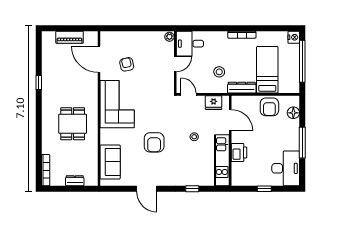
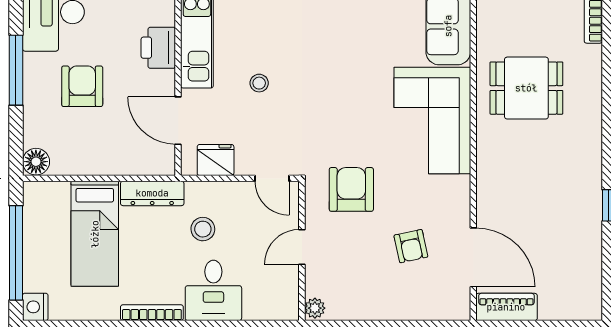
piano: (70, 37) -> (506, 307), moved
desk: (190, 44) -> (213, 290), moved, turned 90
corner sofa: (117, 104) -> (432, 120), moved
armchair: (269, 107) -> (82, 86), moved
floor lamp: (293, 113) -> (36, 162), moved
dining table: (73, 124) -> (526, 88), moved, turned 90
armchair: (154, 142) -> (351, 189), moved

